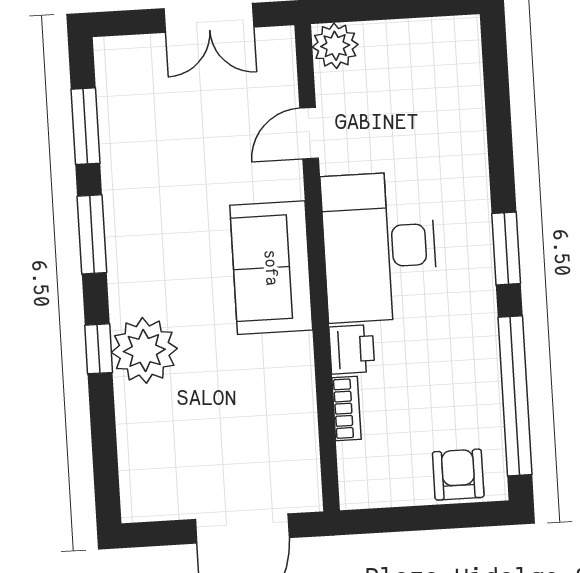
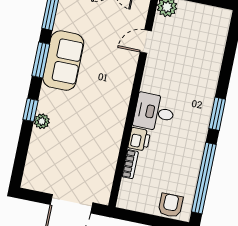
desk: (379, 247) -> (154, 112), width x0.53, depth x0.77
sofa: (271, 268) -> (63, 61), moved, turned 180
plant: (144, 350) -> (42, 121), width x0.53, depth x0.53

